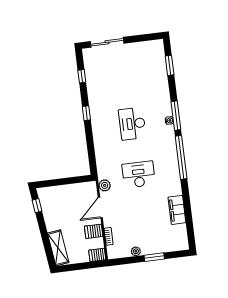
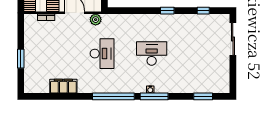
plant: (136, 251) -> (28, 42), removed

